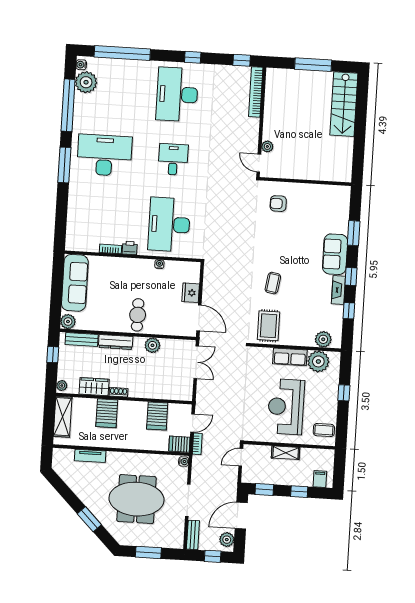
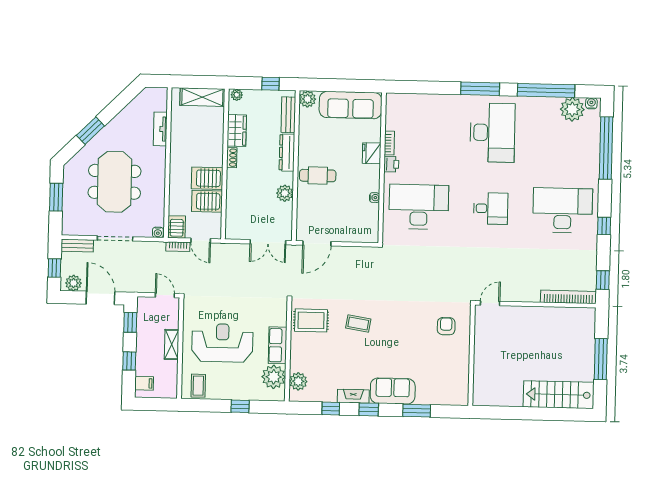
plant: (267, 146) -> (509, 312), removed
fridge: (191, 293) -> (372, 153), moved, turned -90
server rack: (107, 413) -> (207, 178), moved

